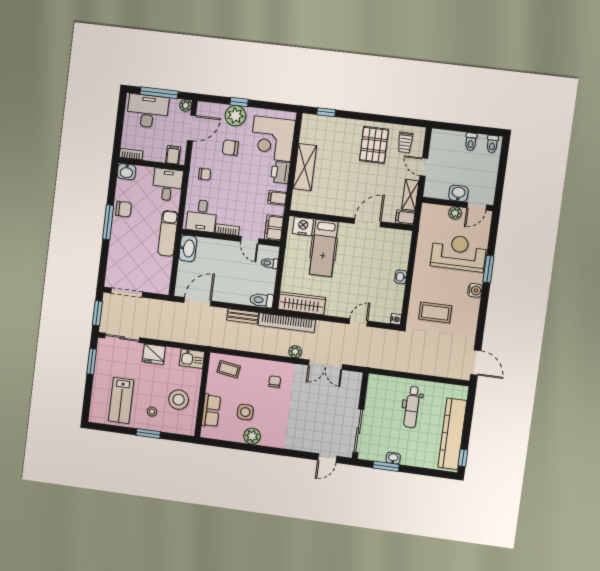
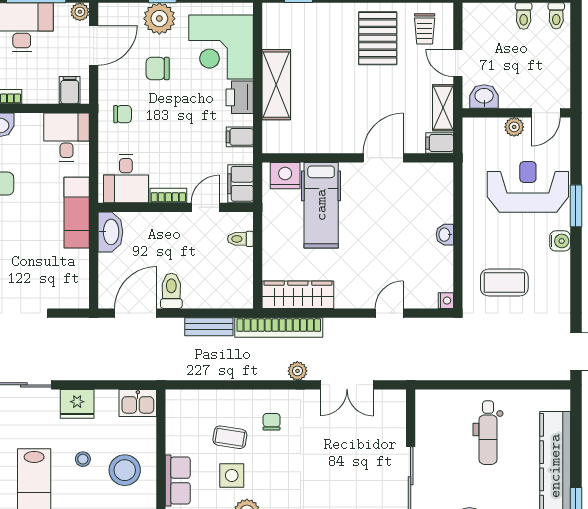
washbasin: (458, 193) -> (484, 96), moved
door: (250, 240) -> (205, 207), swing flipped
toilet: (262, 300) -> (171, 291), moved, turned 90
coffee table: (229, 369) -> (230, 437), moved
stool: (152, 412) -> (83, 459), moved

